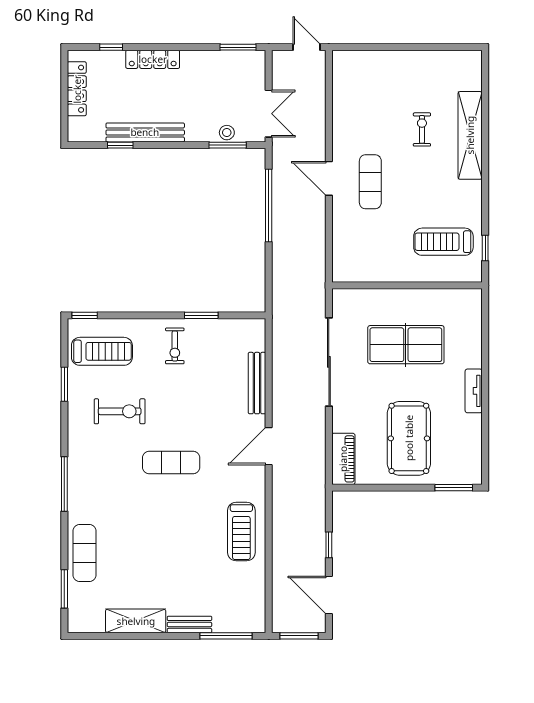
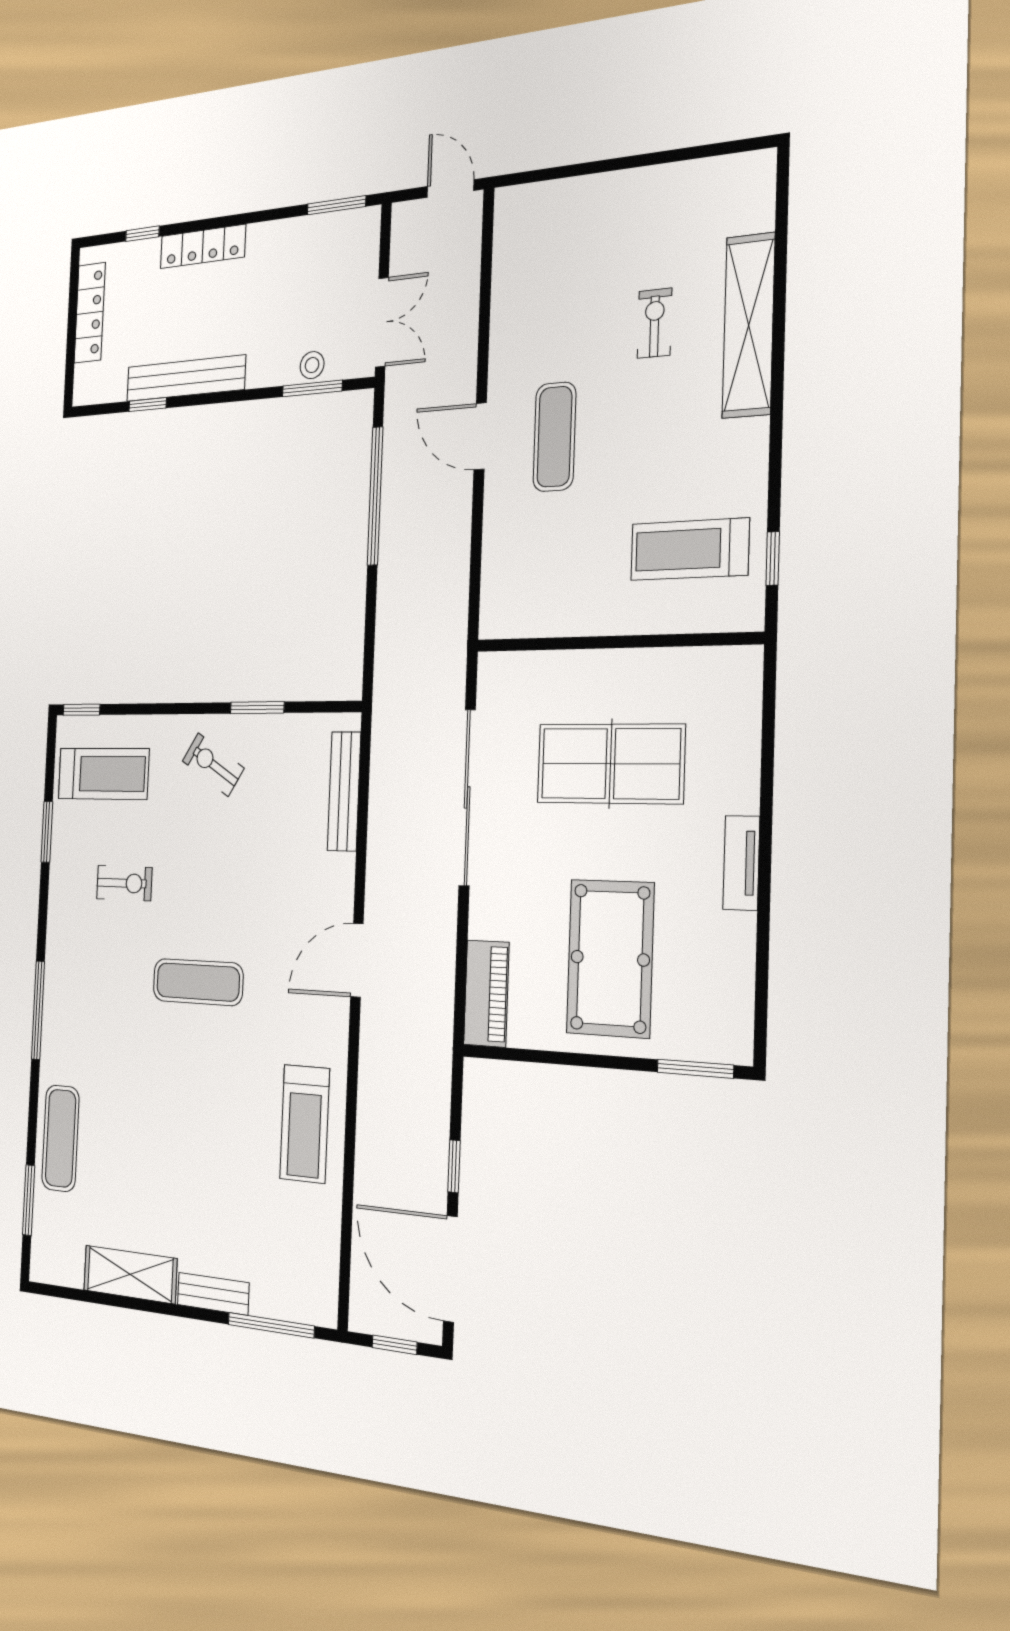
exercise bike: (175, 346) -> (213, 765), turned 122
bench: (257, 383) -> (344, 791), moved
exercise bike: (120, 411) -> (124, 883), width x0.73, depth x0.72
door: (329, 595) -> (450, 1269), width x1.36
window: (299, 636) -> (395, 1345), width x0.67

